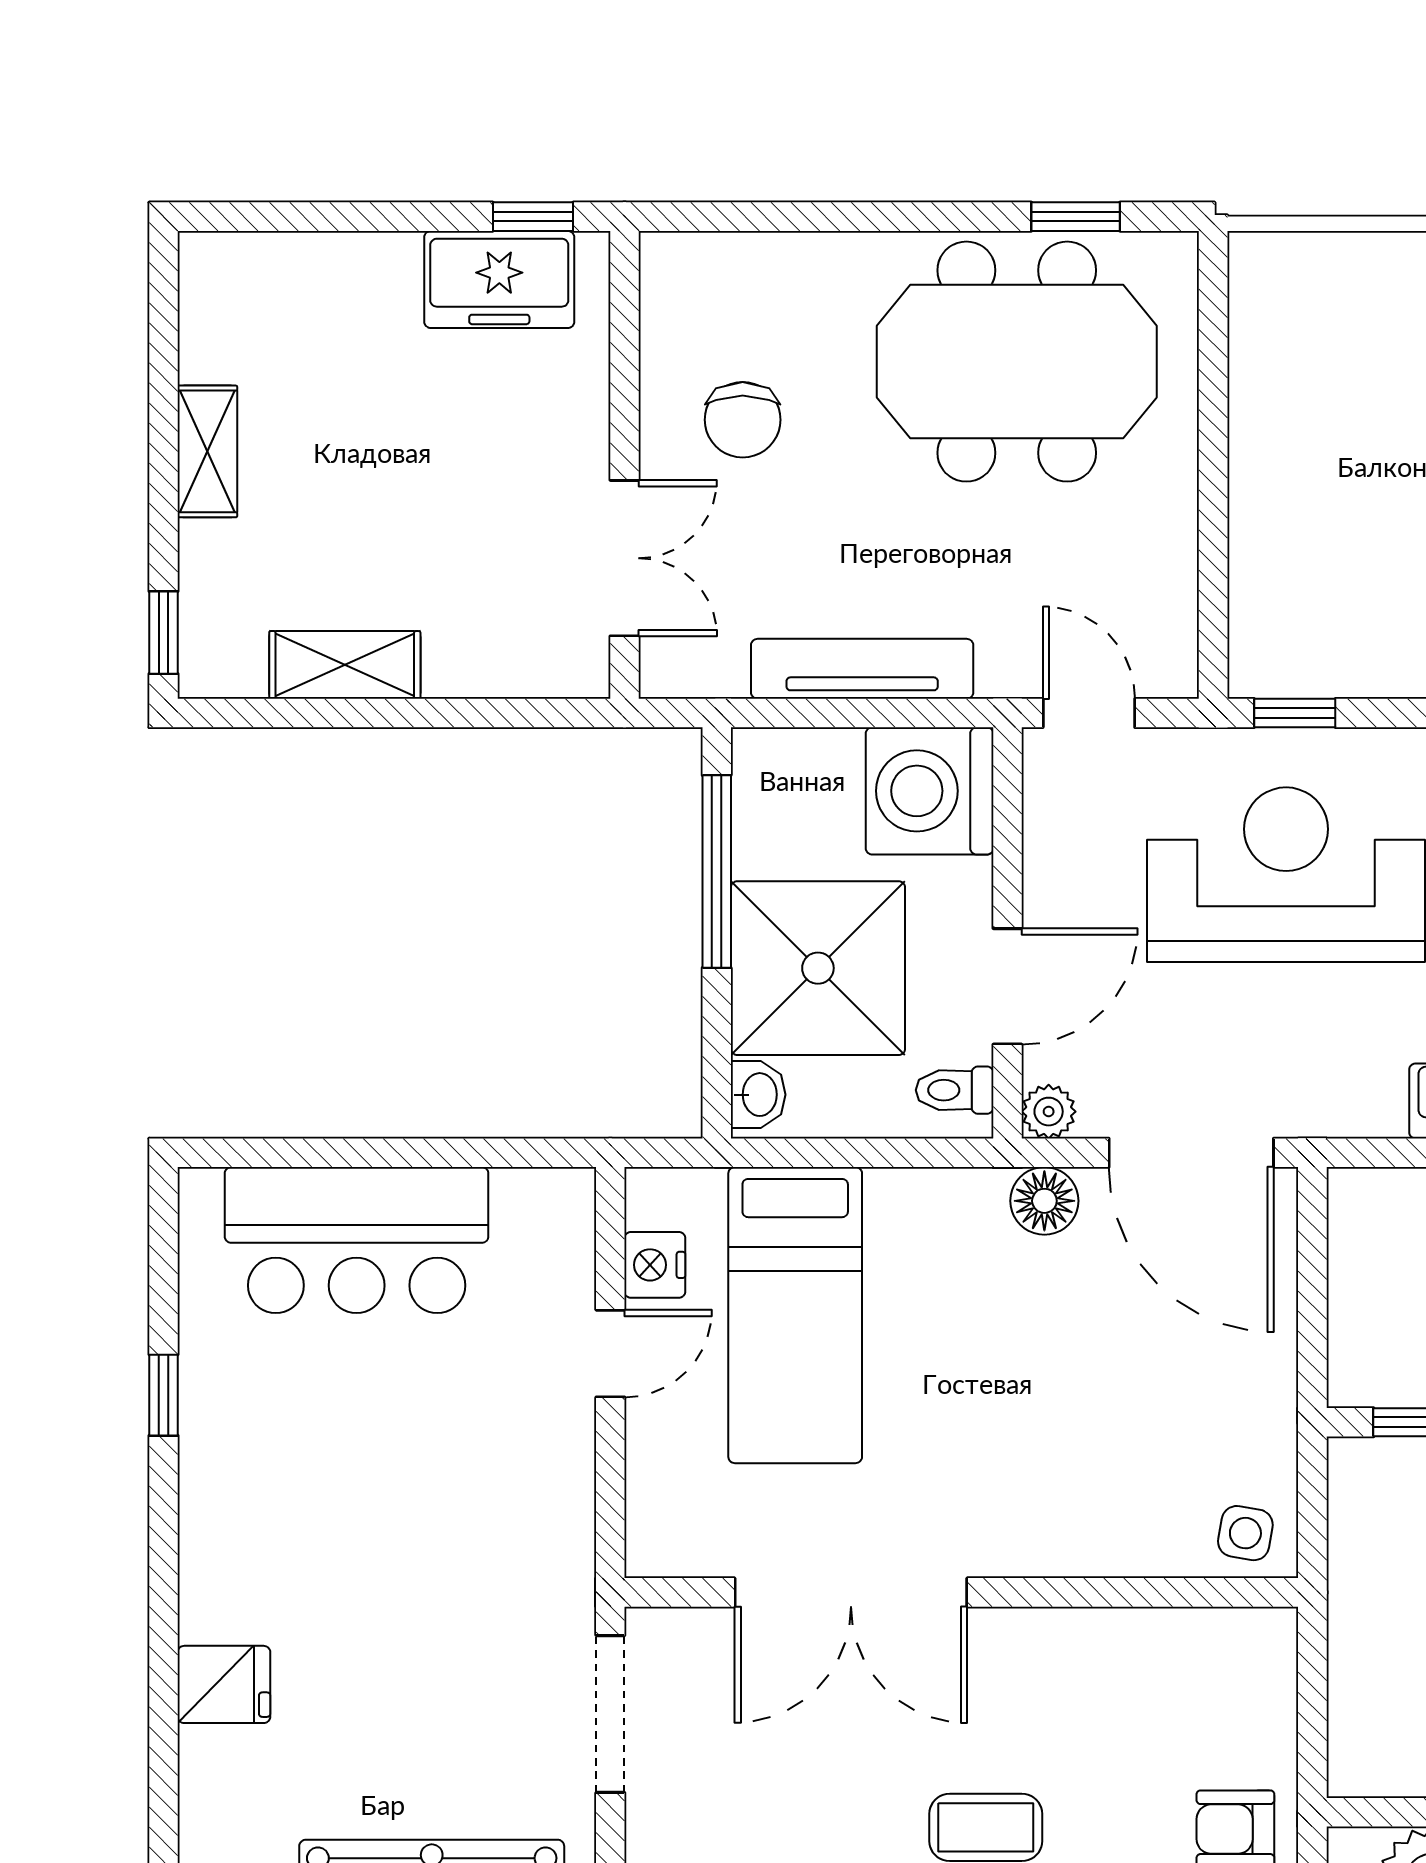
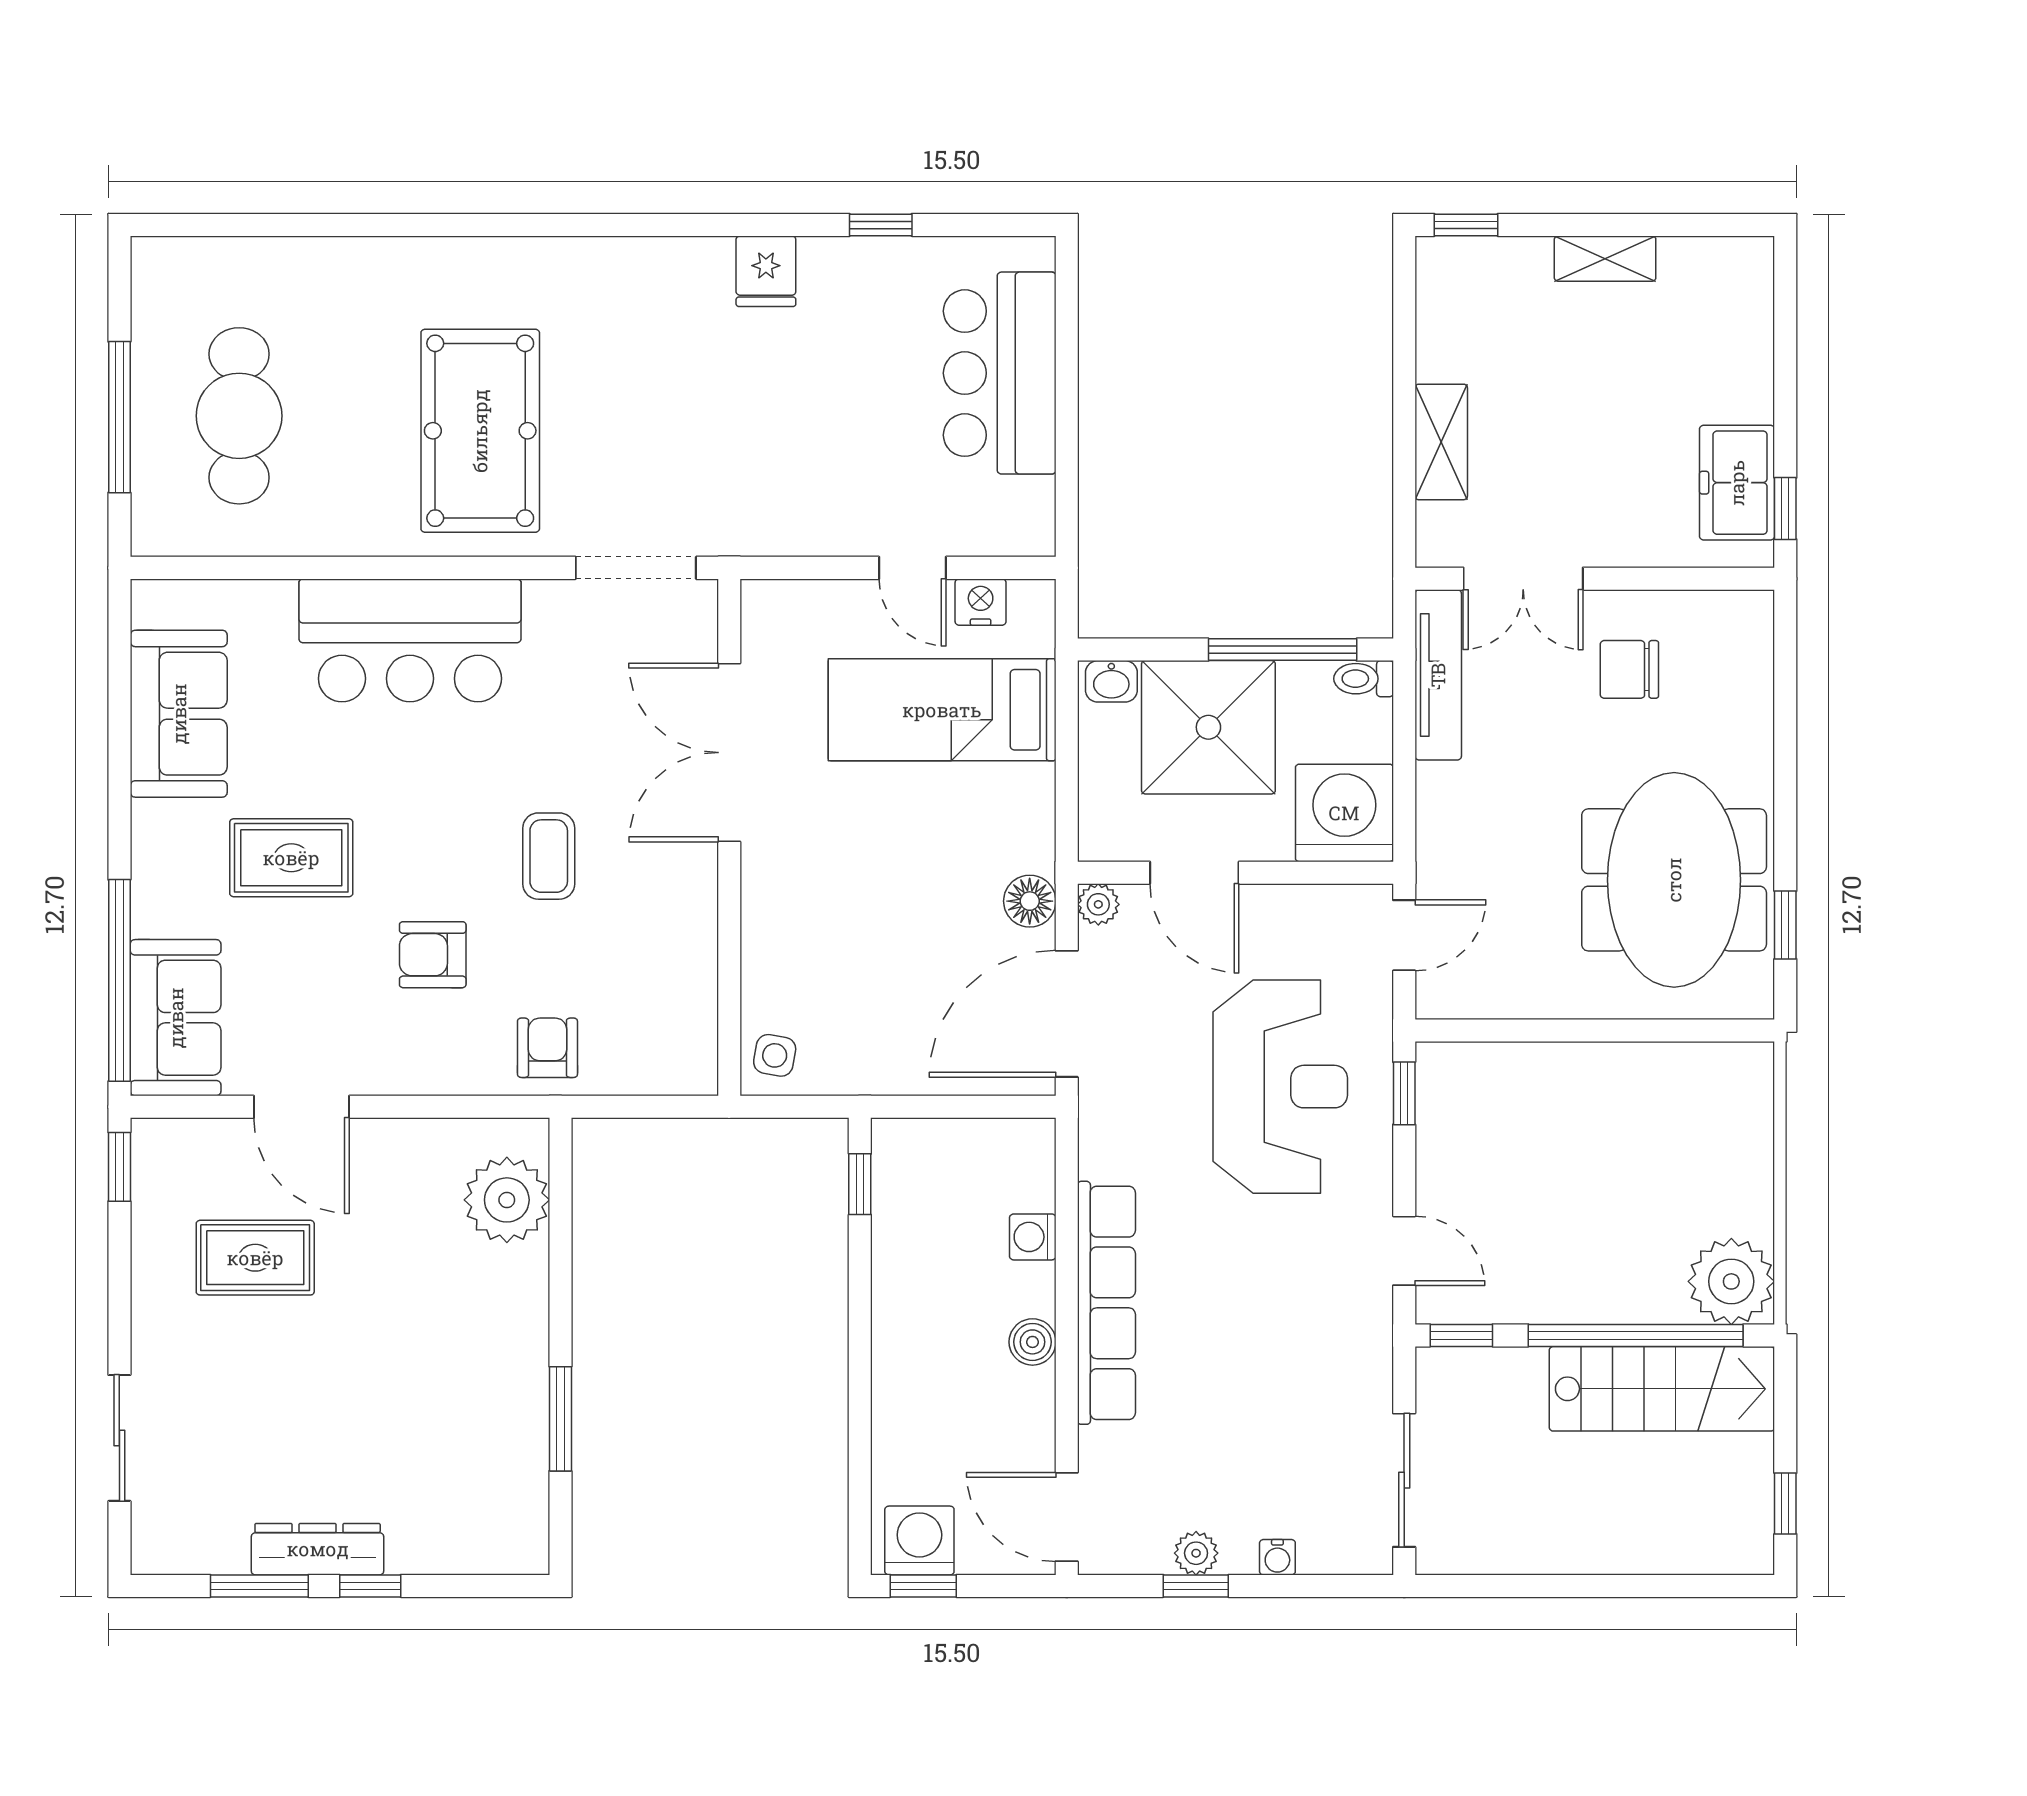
shelving: (345, 665) -> (1441, 442), moved
tv unit: (862, 669) -> (1438, 675), moved
toilet: (955, 1090) -> (1364, 679), moved, turned -90
fridge: (224, 1684) -> (766, 271), moved

